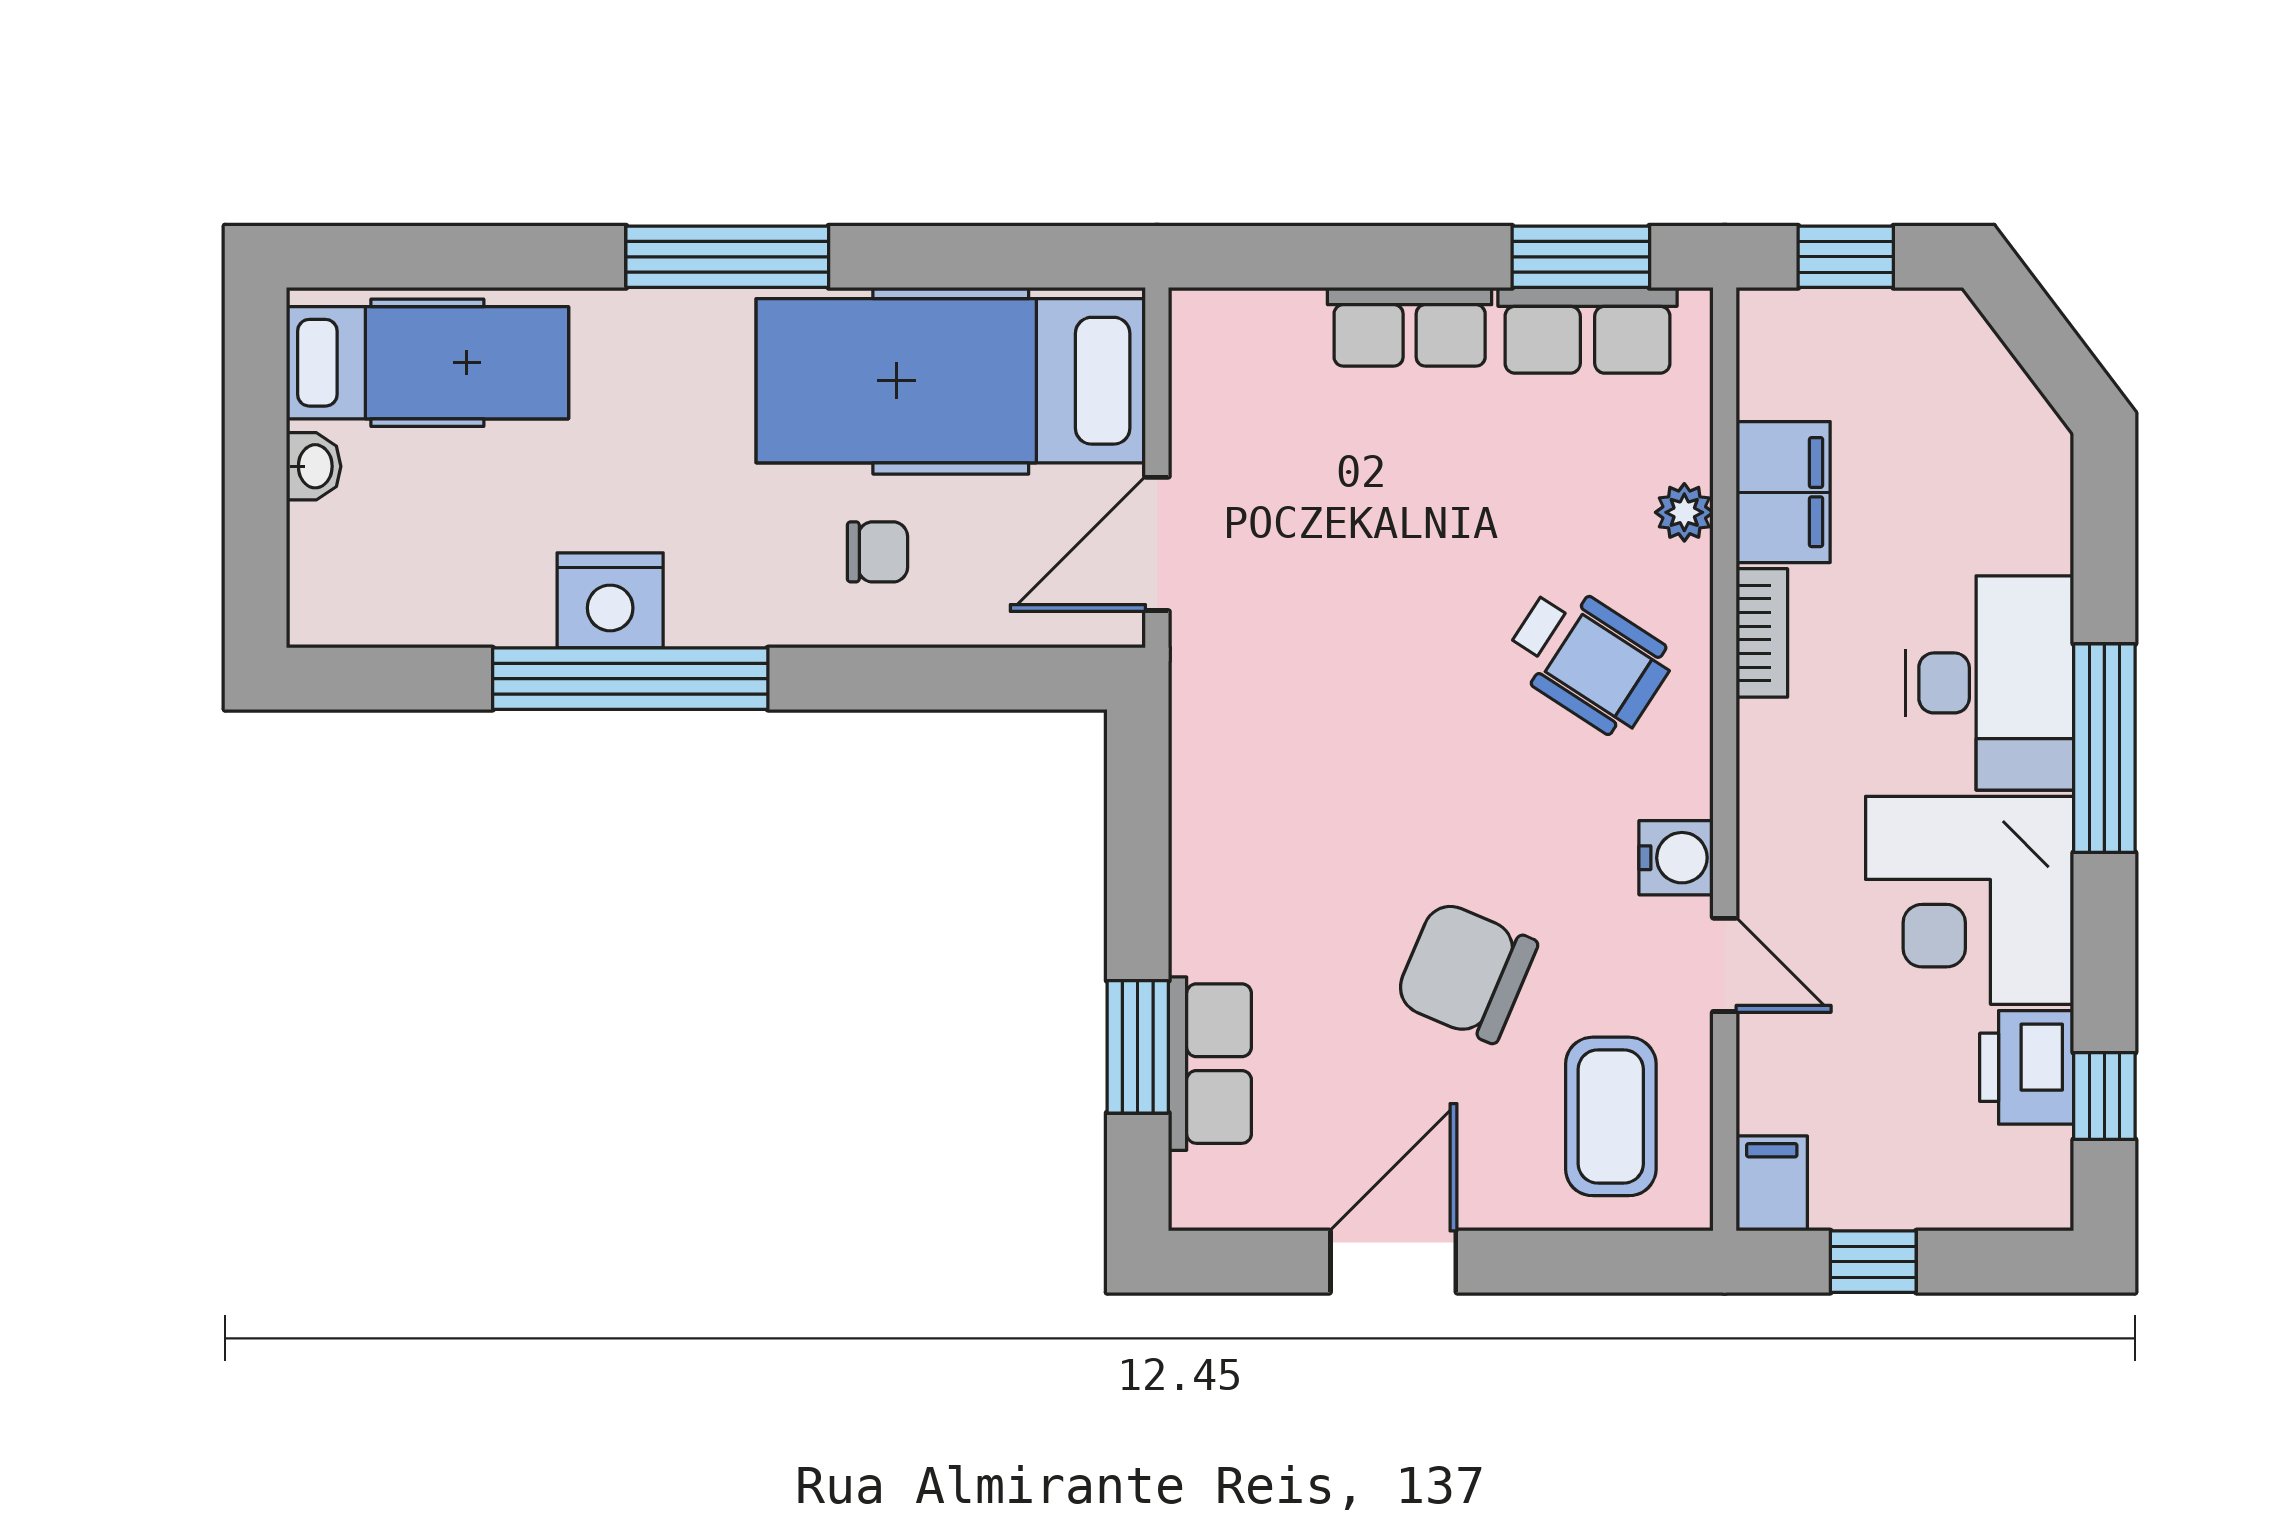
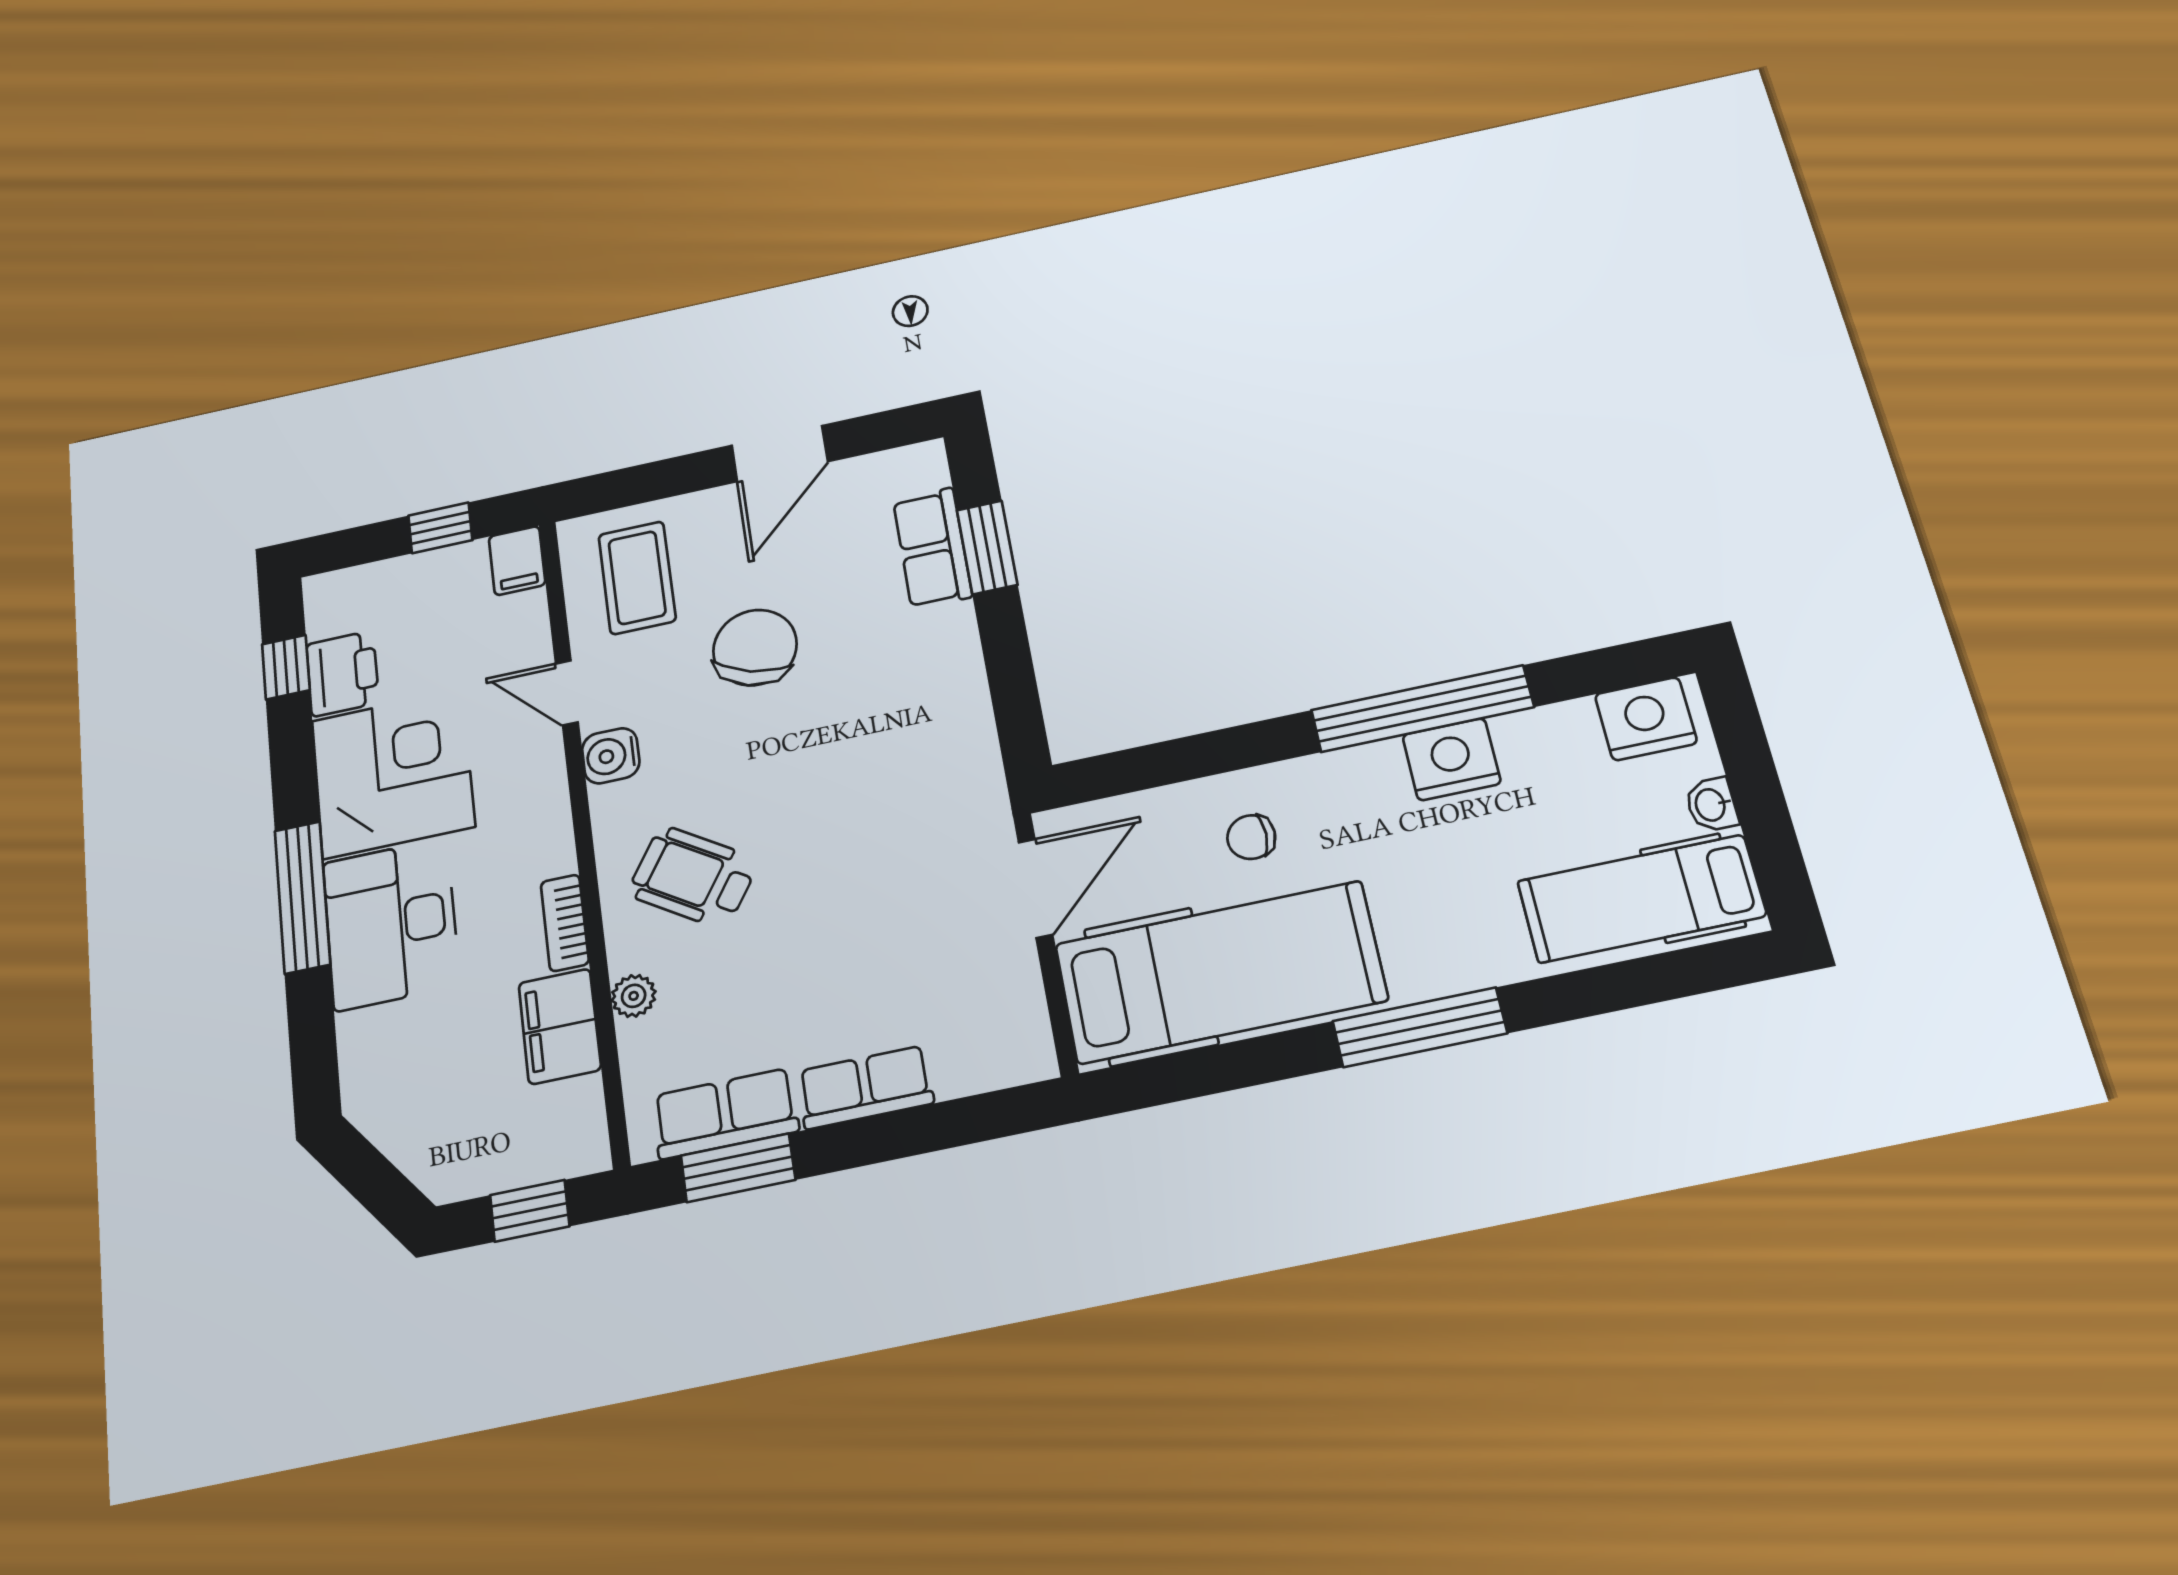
nightstand: (362, 600) -> (1646, 719), added
chair: (1466, 972) -> (755, 648), turned -96

